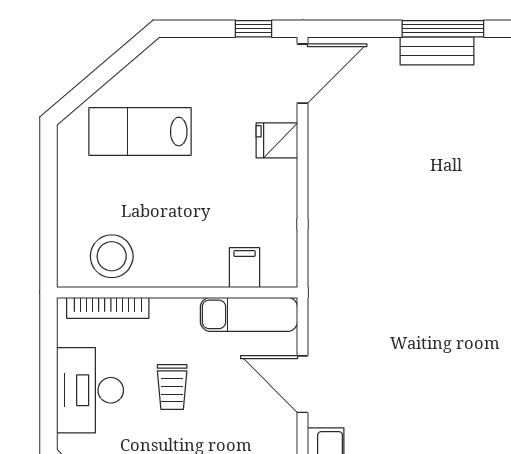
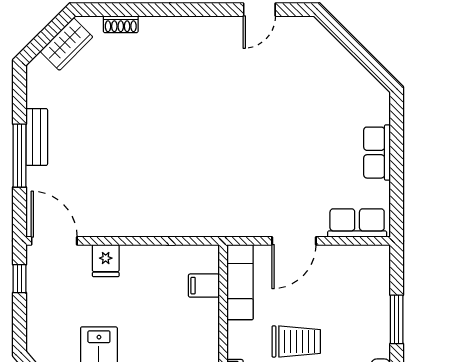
window: (443, 29) -> (19, 156), moved
trolley: (172, 387) -> (296, 341), width x1.36, depth x1.39

